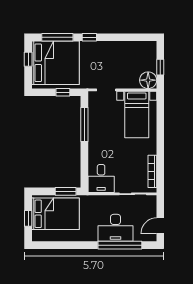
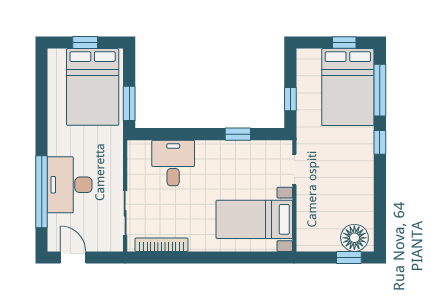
bed: (56, 63) -> (348, 87), width x0.73
window: (160, 67) -> (349, 257), moved
floor lamp: (148, 80) -> (354, 238), moved
window: (84, 124) -> (238, 134), width x0.46
desk: (101, 178) -> (173, 163), moved, turned 90

